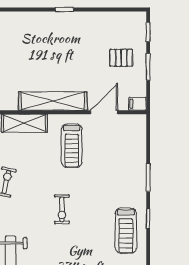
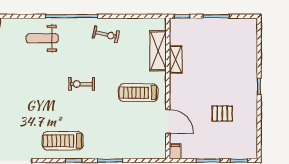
pallet: (121, 58) -> (222, 113), moved, turned 90
shelving: (53, 101) -> (176, 59), width x0.45, depth x0.75

